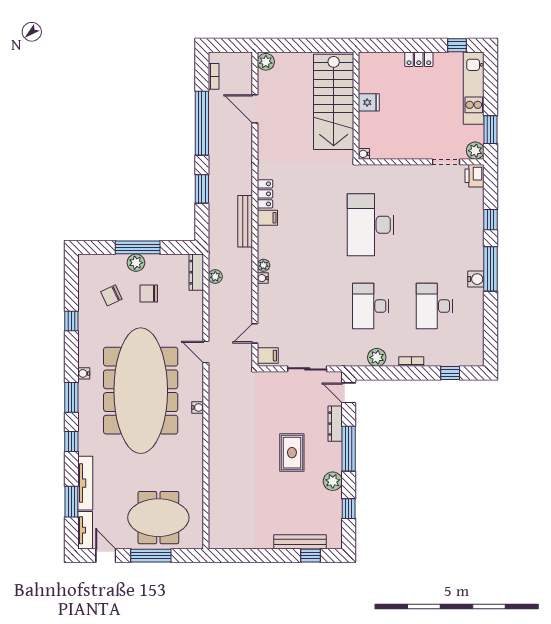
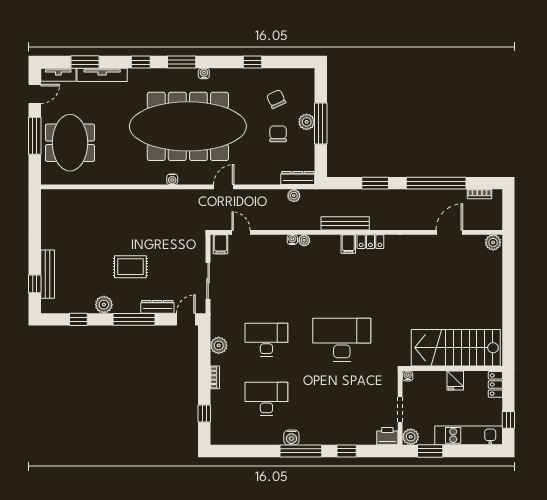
stairs: (334, 102) -> (456, 348), moved
fridge: (369, 102) -> (455, 380), moved
wall: (356, 106) -> (452, 368), moved
water cooler: (364, 154) -> (408, 376), moved

